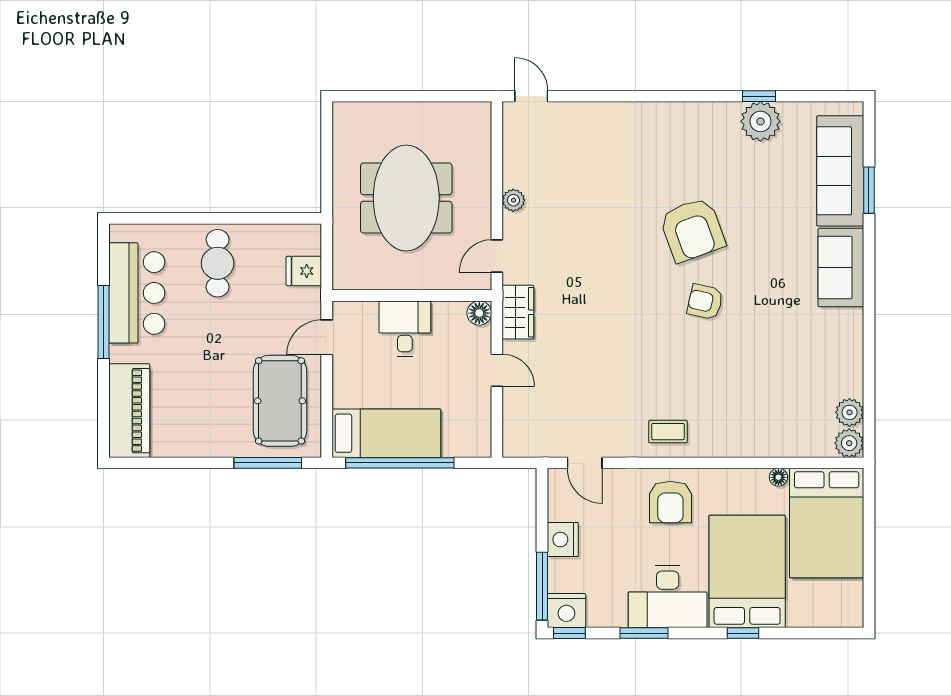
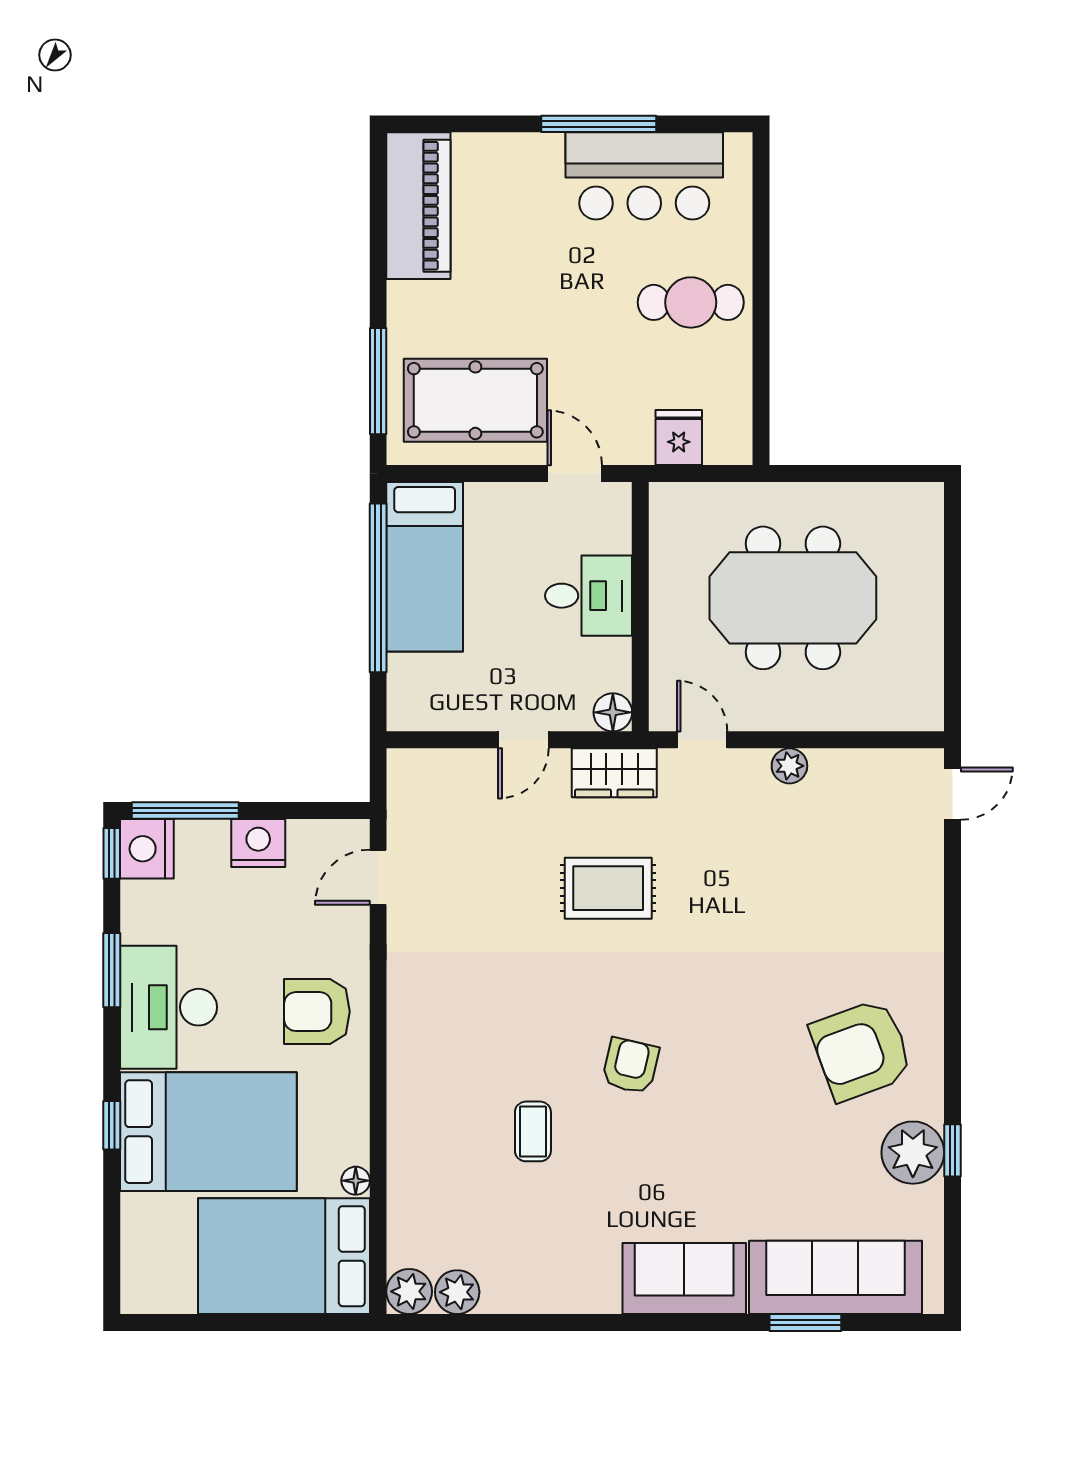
armchair: (692, 230) -> (861, 1050), moved
rug: (592, 316) -> (608, 888), added
piano: (129, 411) -> (418, 206), moved, turned -90
coffee table: (668, 432) -> (533, 1131), moved

